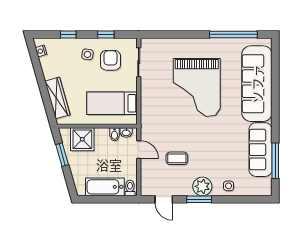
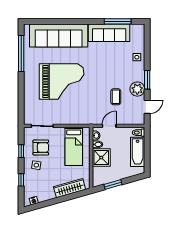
armchair: (110, 60) -> (41, 148), turned 180
shower: (82, 139) -> (101, 158), moved
plant: (202, 186) -> (137, 89), moved

